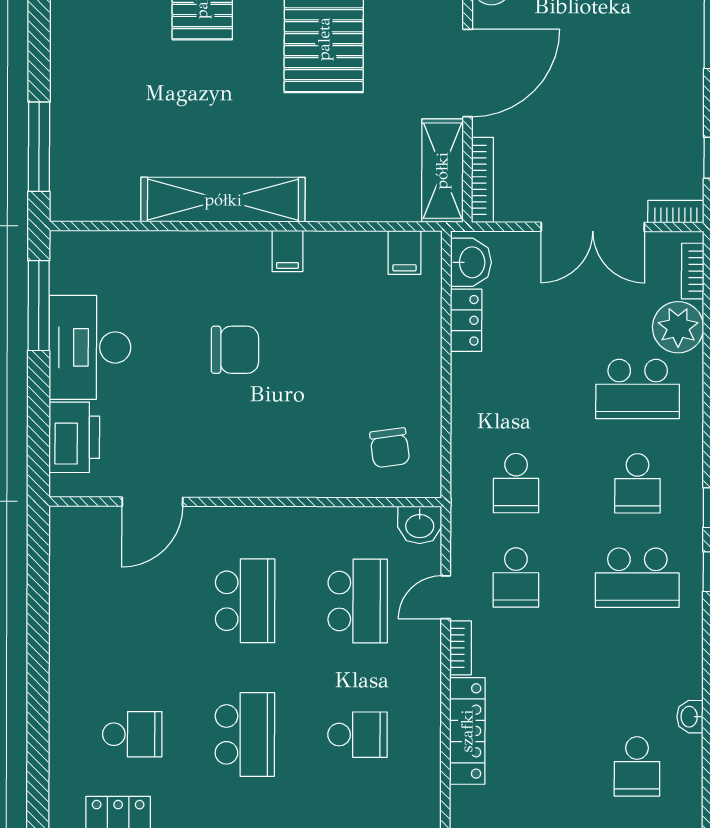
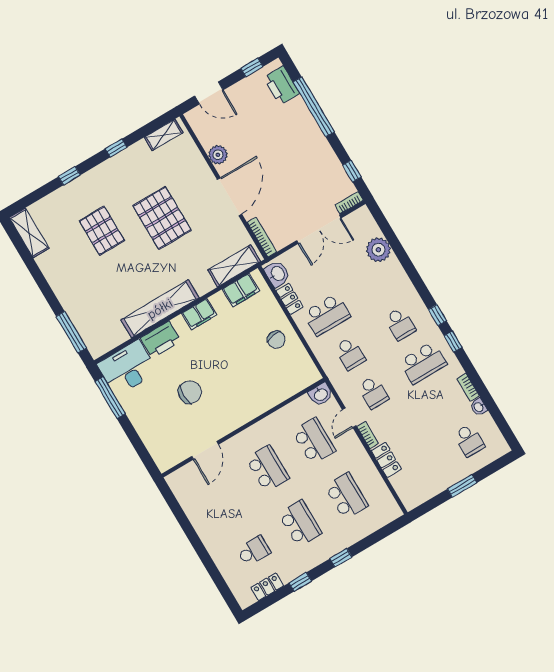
shelving: (442, 171) -> (234, 266), moved, turned 90
filing cabinet: (288, 251) -> (199, 314), width x2.00
filing cabinet: (404, 253) -> (241, 290), width x2.00
bookcase: (693, 271) -> (468, 387), moved
desk: (90, 347) -> (127, 368), moved, turned 90
chair: (235, 350) -> (190, 392), moved
school desk: (638, 389) -> (327, 315), moved
printer: (74, 437) -> (161, 340), moved, turned 90
chair: (390, 448) -> (276, 340), moved
locker: (467, 731) -> (386, 460), width x0.66
school desk: (357, 735) -> (346, 496), width x1.85

